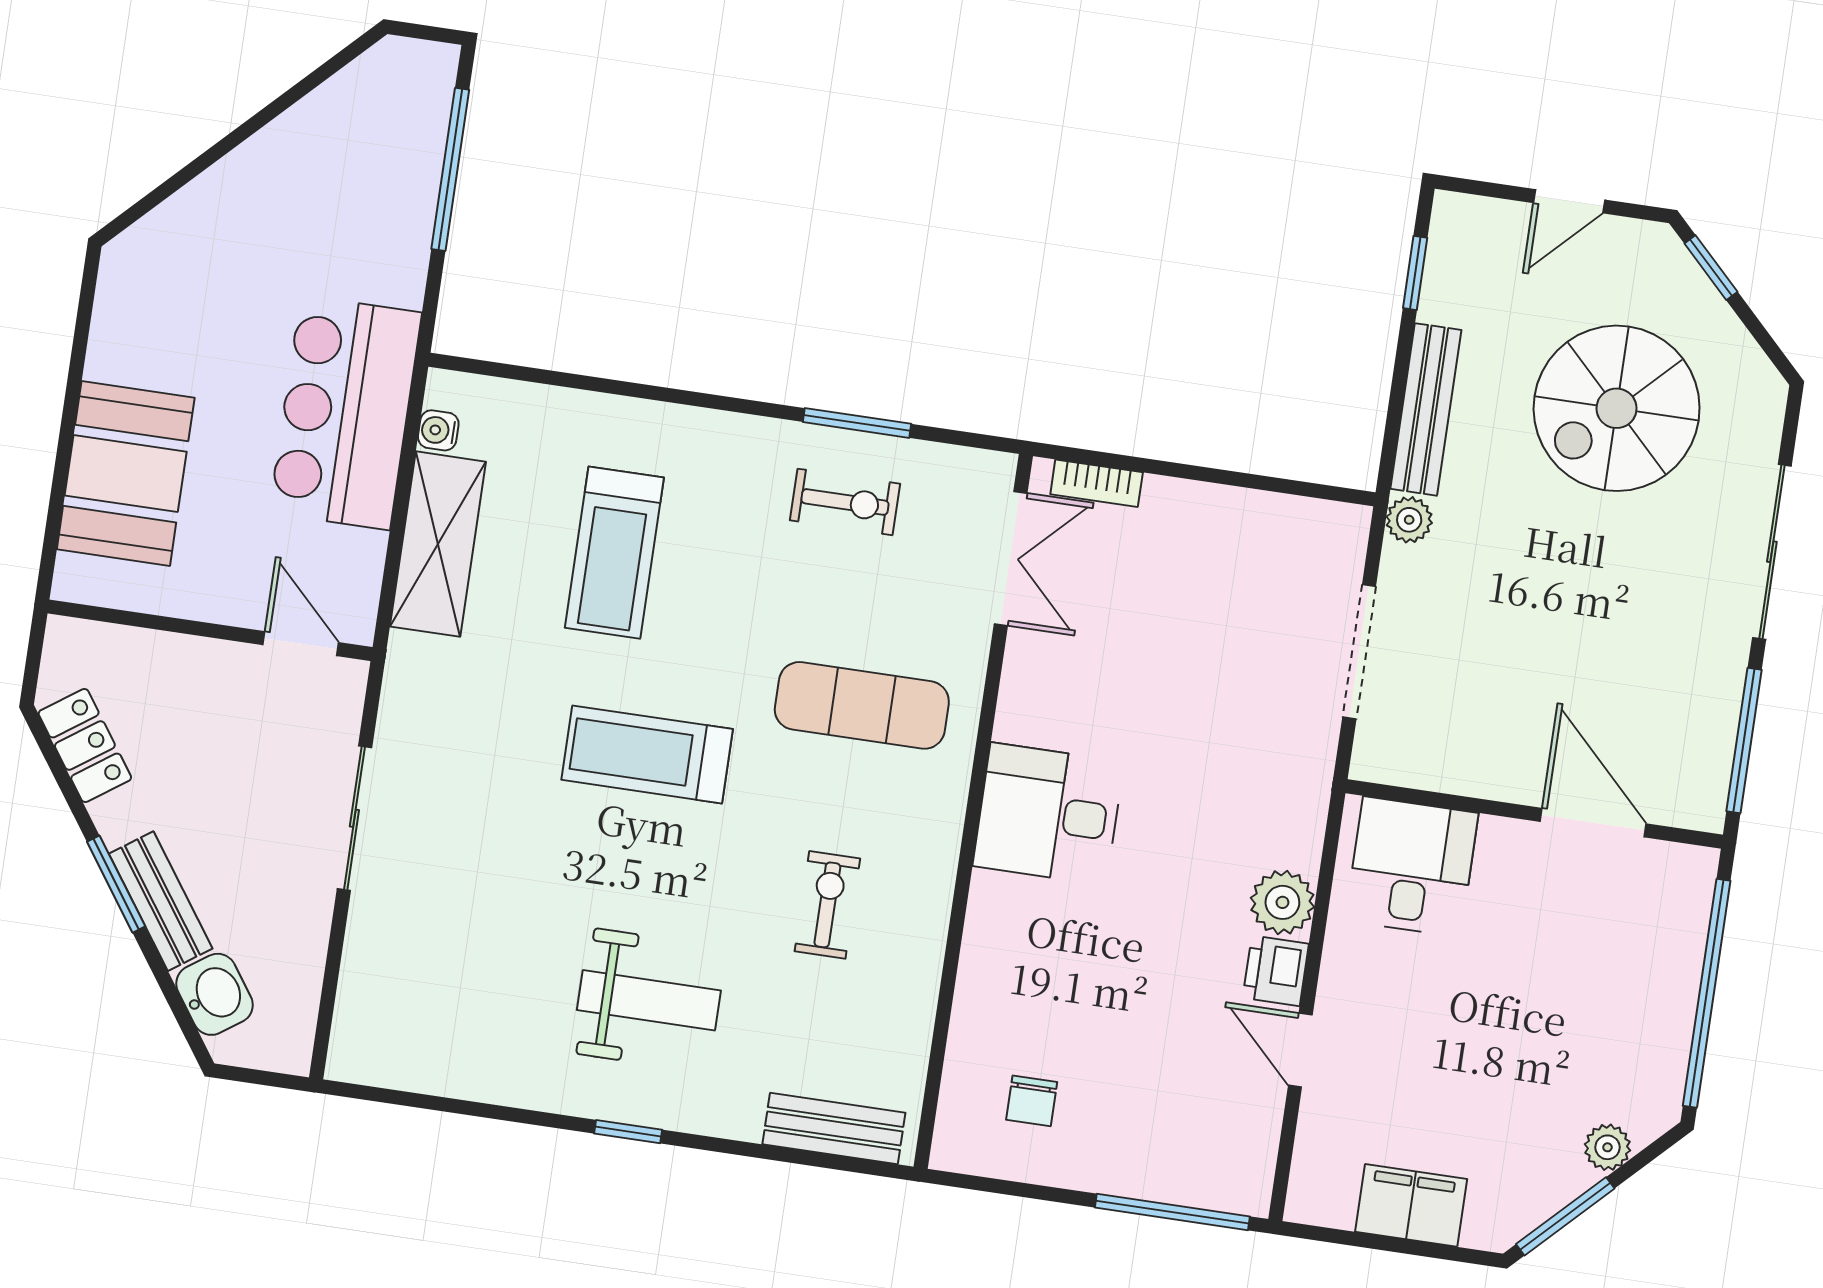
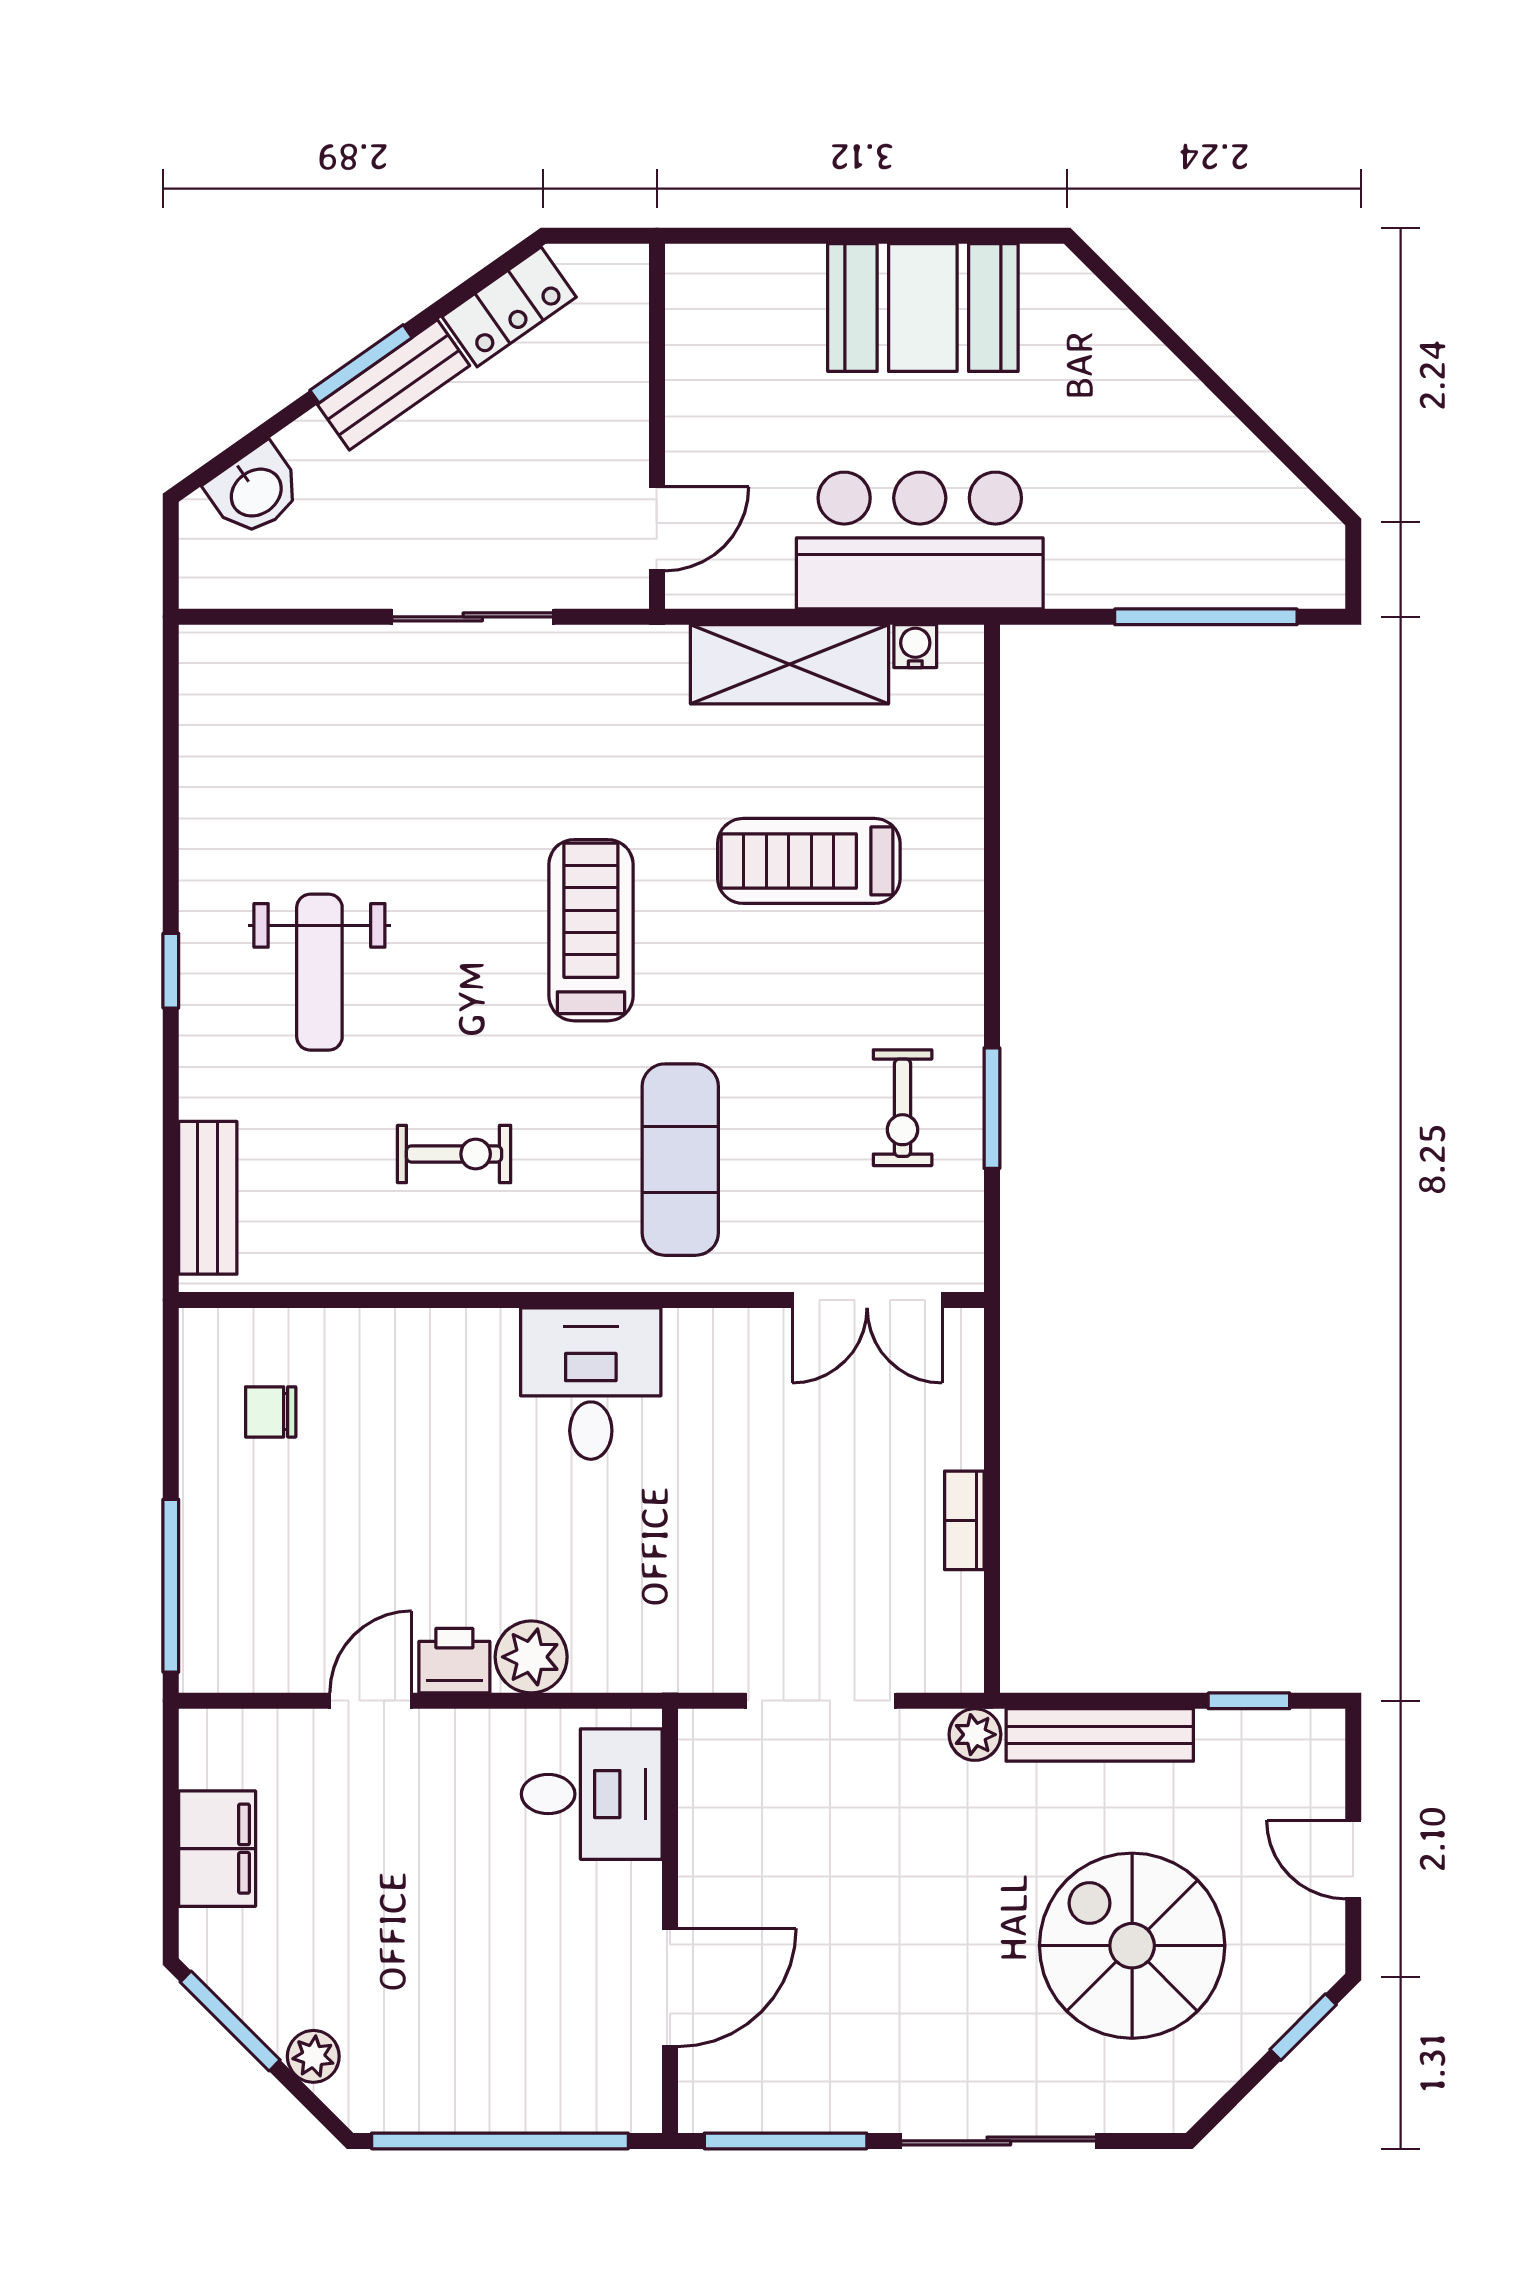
booth: (126, 474) -> (923, 308), moved
bookcase: (1097, 483) -> (964, 1520), moved
bench: (161, 901) -> (393, 385), moved

